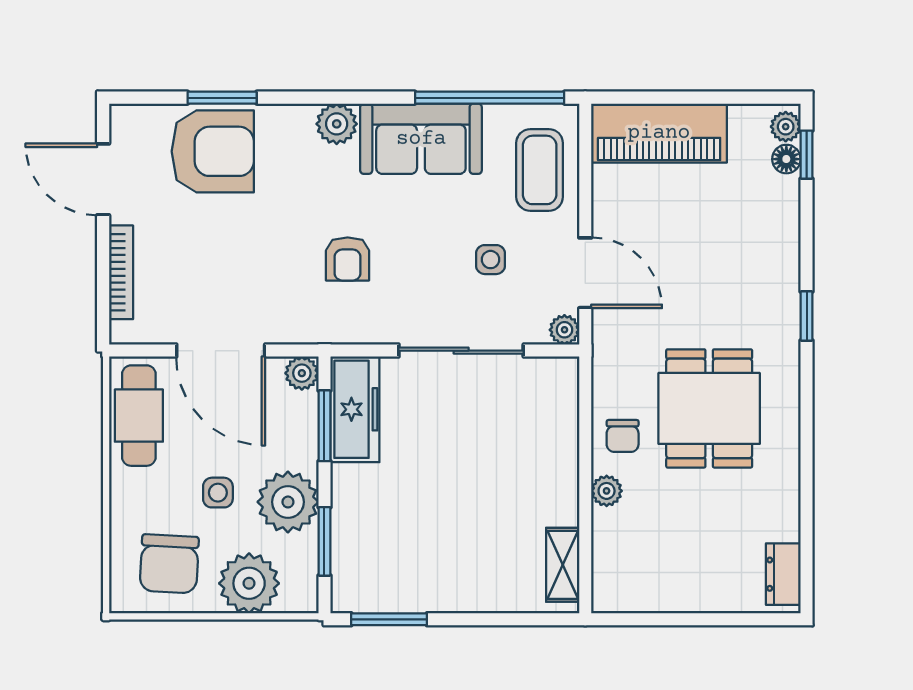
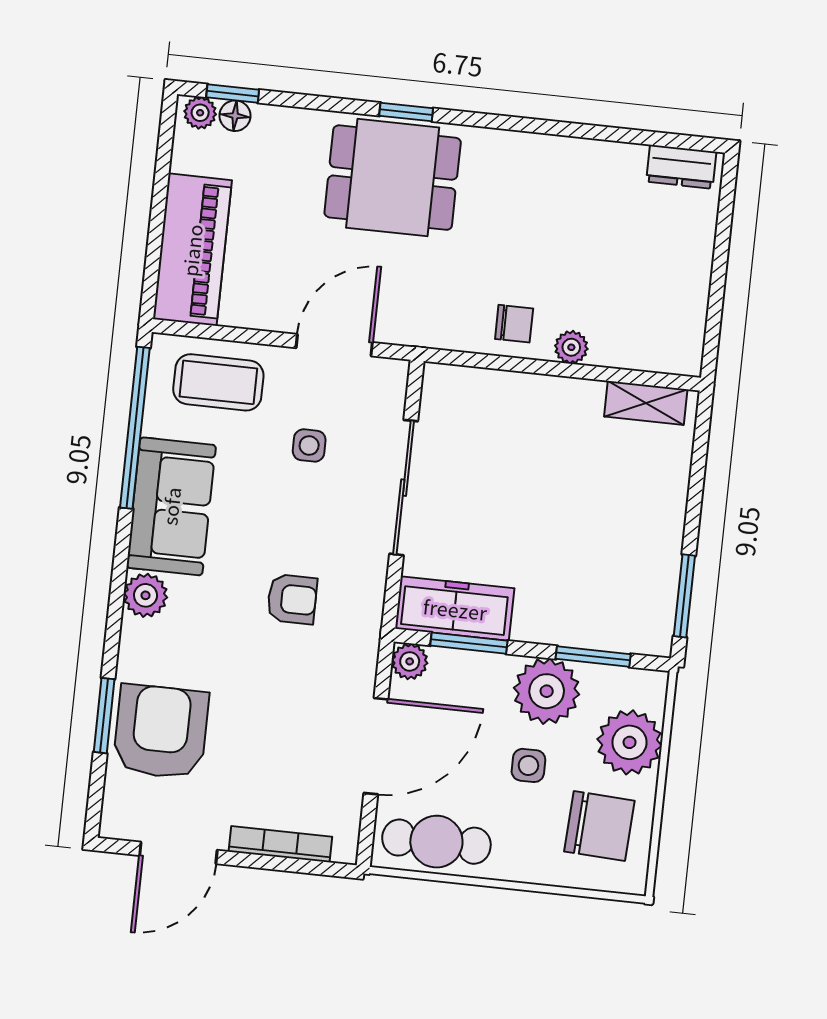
plant: (564, 330) -> (393, 374), removed
dining table: (709, 408) -> (393, 178), moved

